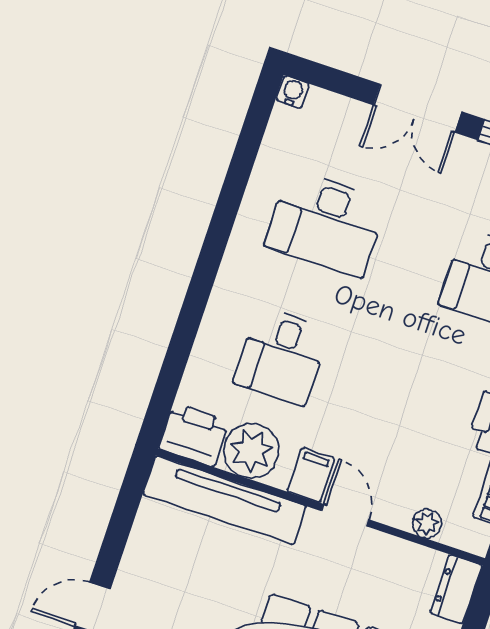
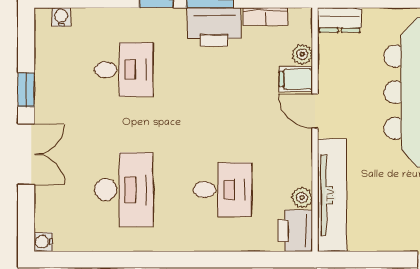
plant: (251, 451) -> (302, 197), width x0.53, depth x0.53
filing cabinet: (311, 475) -> (296, 79), moved
door: (345, 515) -> (315, 111), hinge flipped

